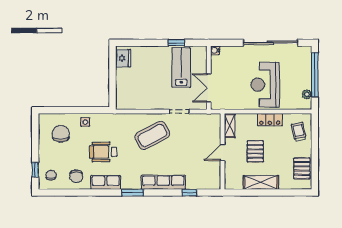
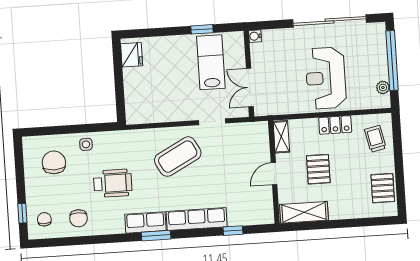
wheelchair: (103, 152) -> (113, 183), turned 180
row of seats: (106, 182) -> (145, 222), moved
shelving: (261, 182) -> (304, 212), moved

